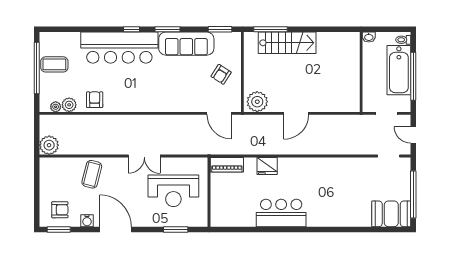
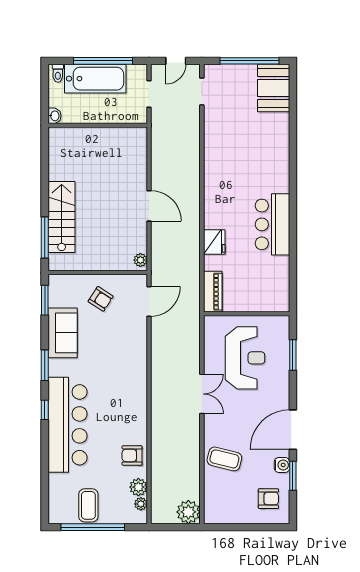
sofa: (186, 44) -> (63, 333), width x0.73
plant: (257, 102) -> (140, 260), width x0.53, depth x0.53
armchair: (60, 210) -> (268, 499), turned 90
window: (59, 229) -> (293, 476), moved

